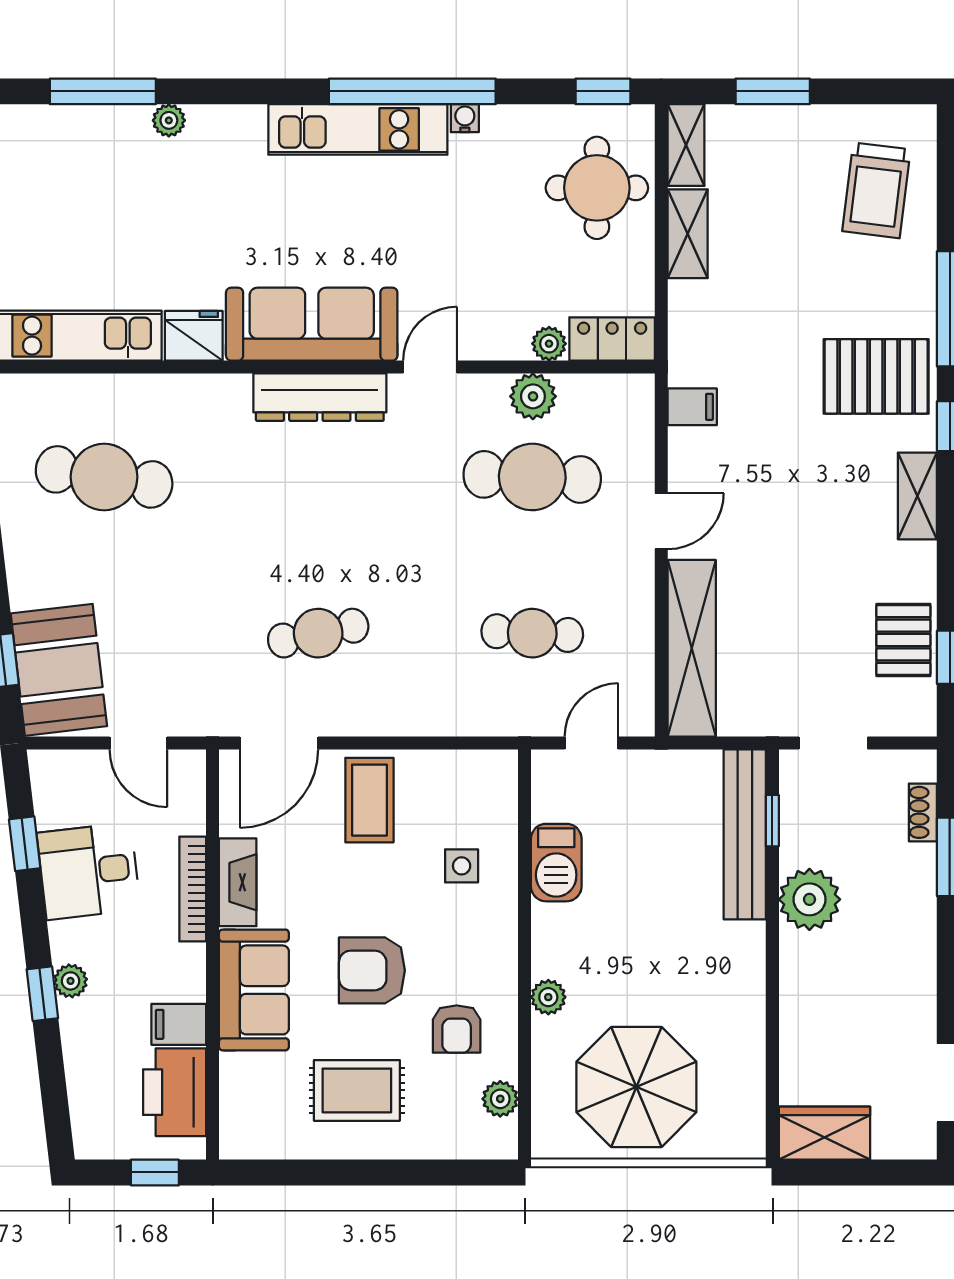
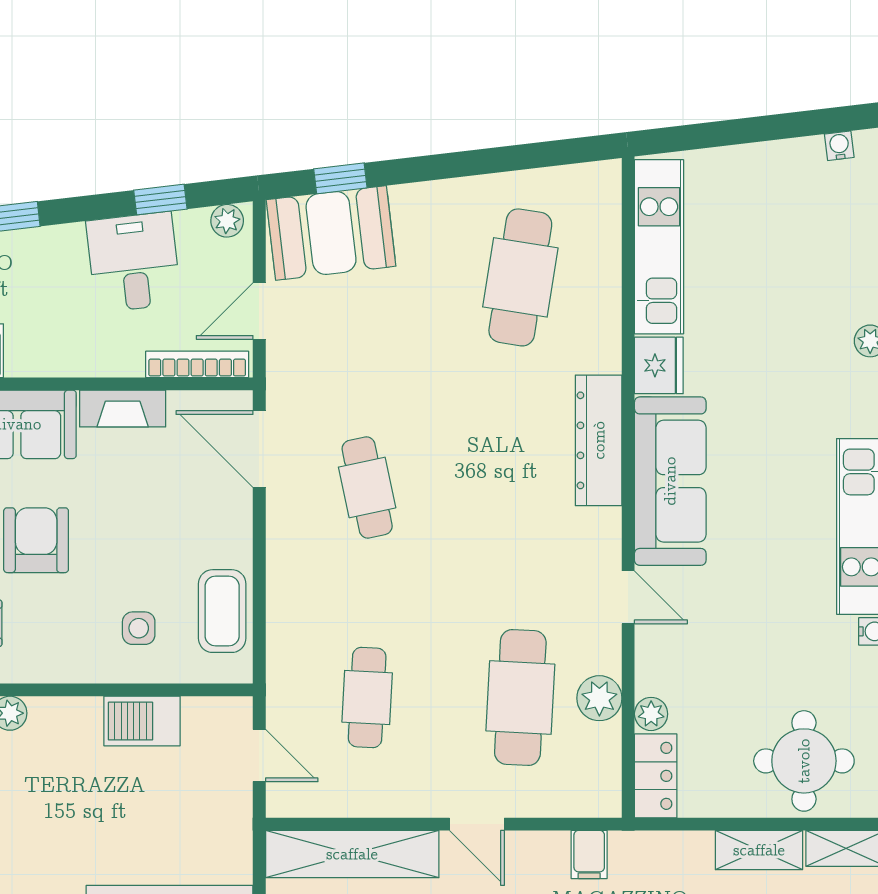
dresser: (320, 397) -> (599, 440), moved
coffee table: (369, 800) -> (222, 611), moved, turned 90
bookcase: (193, 889) -> (197, 364), moved
plant: (71, 981) -> (227, 221), moved

